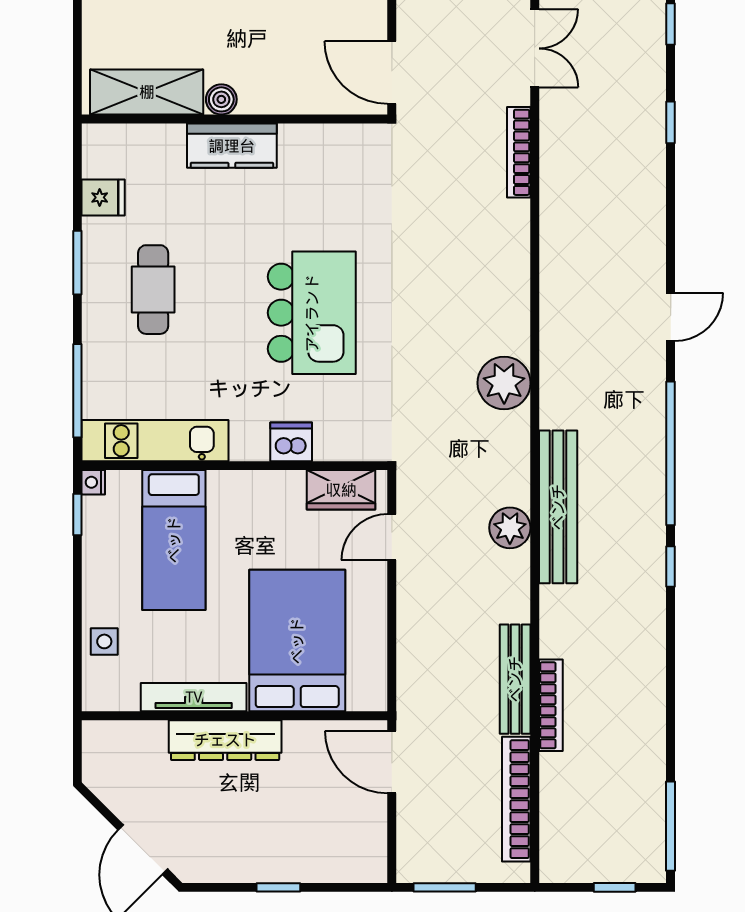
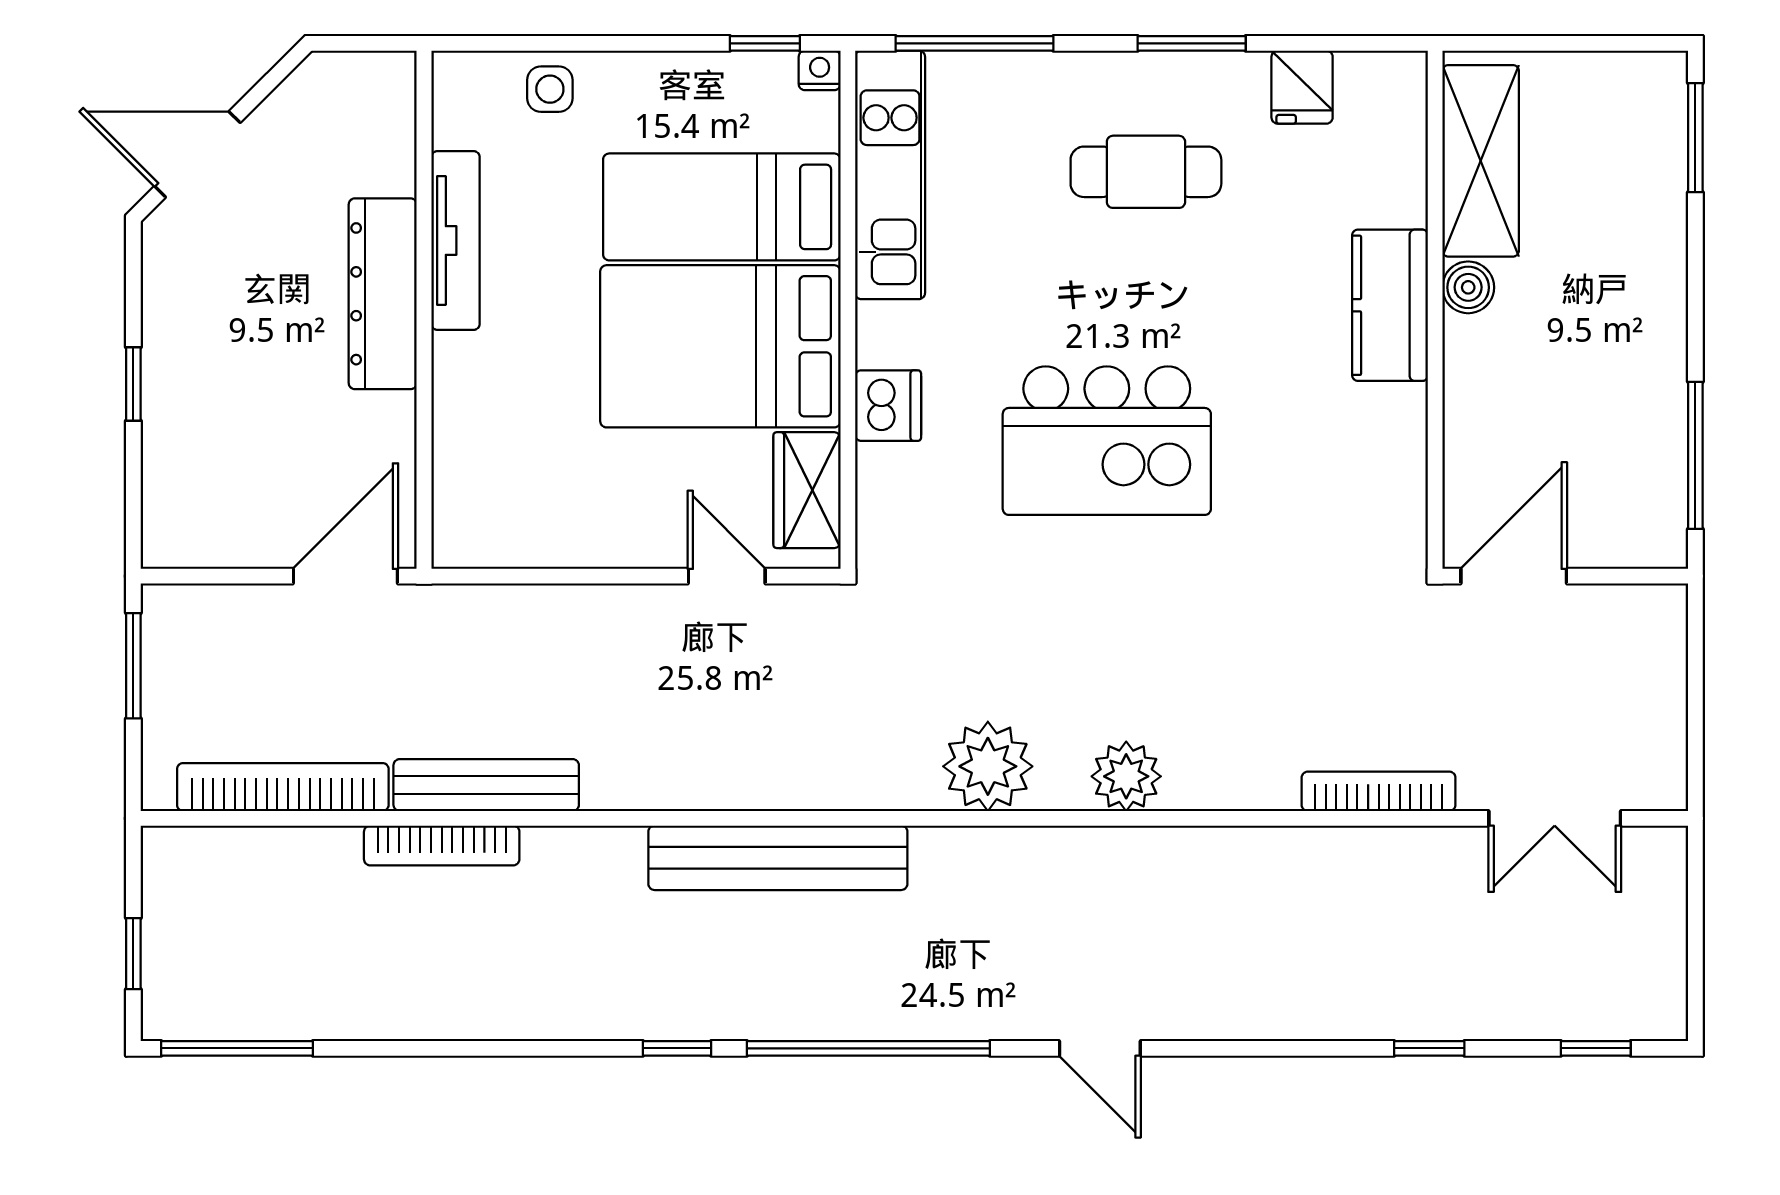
plant: (510, 528) -> (1126, 776), moved
bed: (297, 641) -> (720, 346), moved, turned 180

